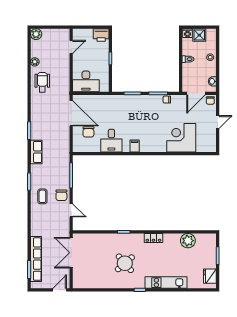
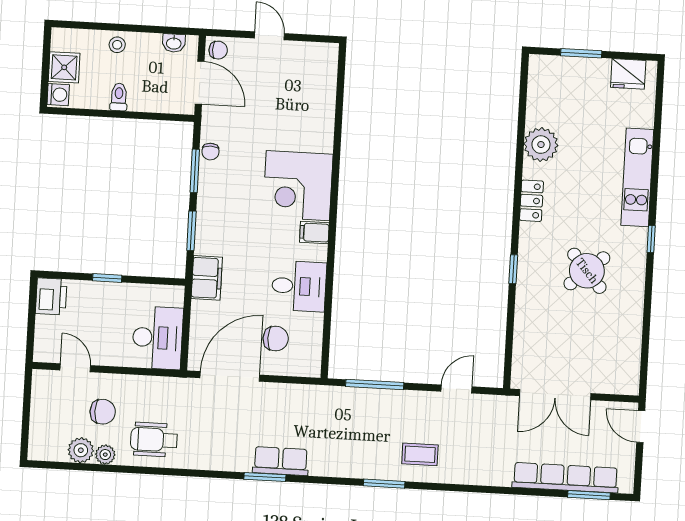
plant: (36, 34) -> (81, 450), moved
filing cabinet: (113, 101) -> (207, 278), added
corner desk: (181, 138) -> (298, 186), moved
row of seats: (36, 152) -> (281, 461), moved
chair: (61, 195) -> (103, 412), moved
plant: (188, 241) -> (541, 145), moved

